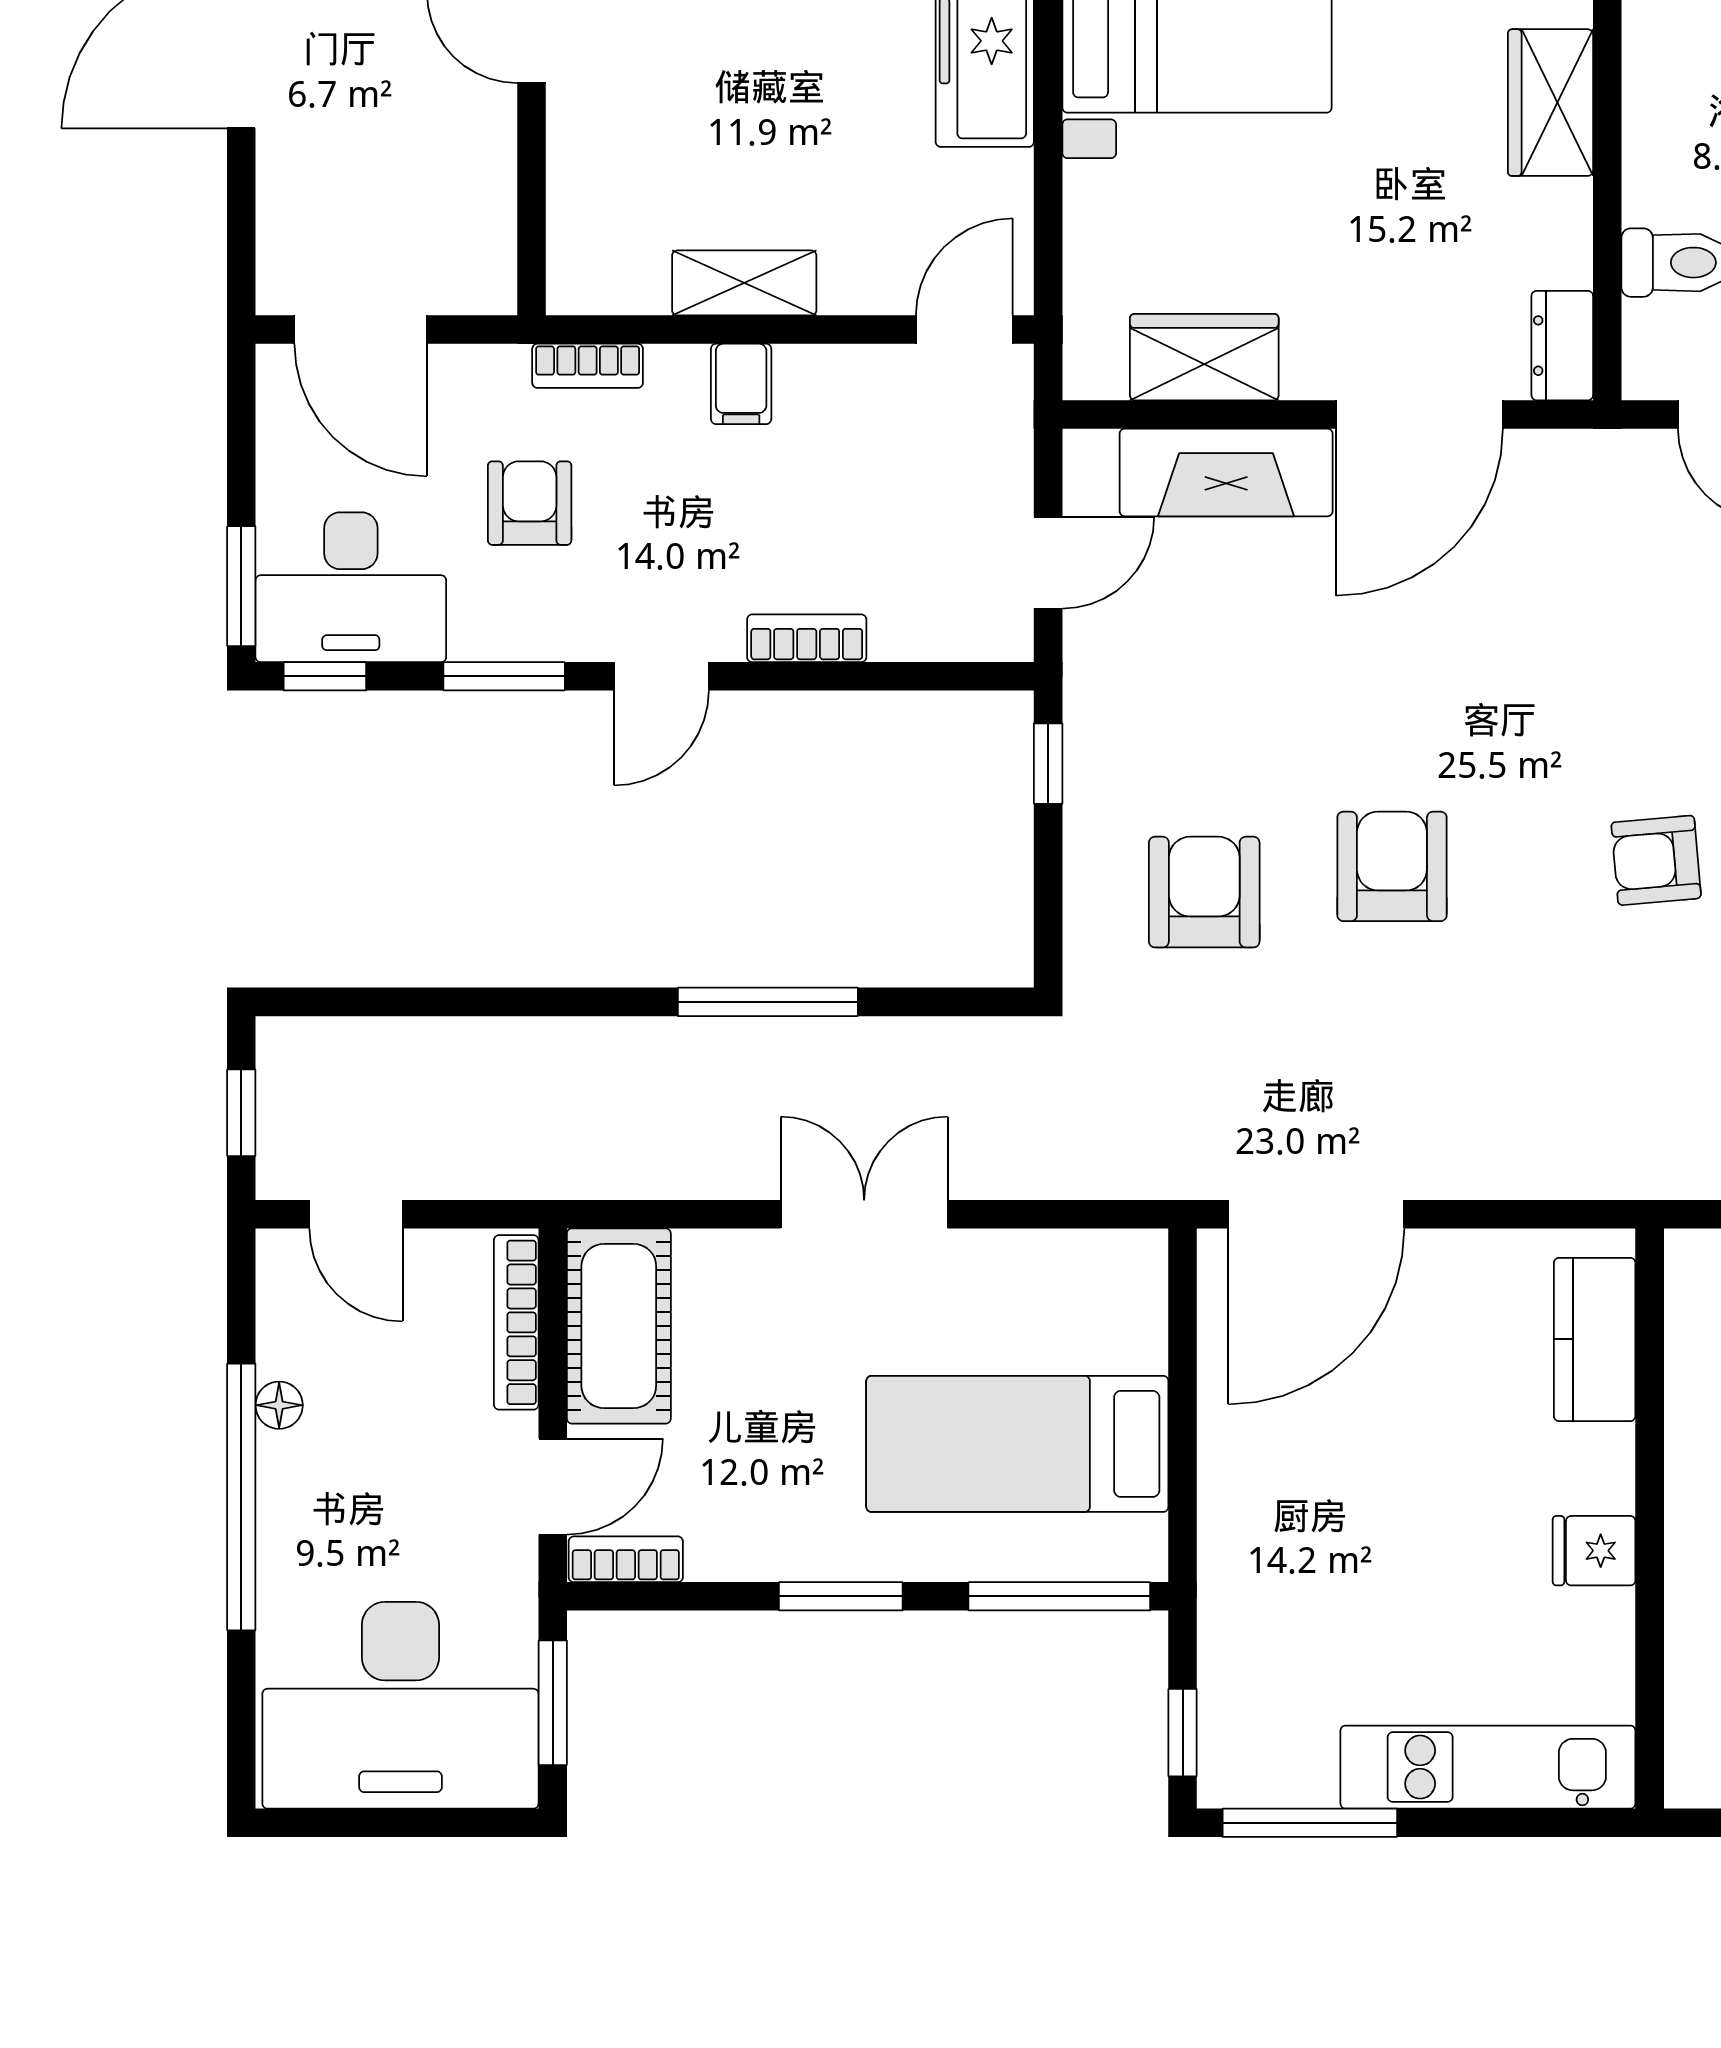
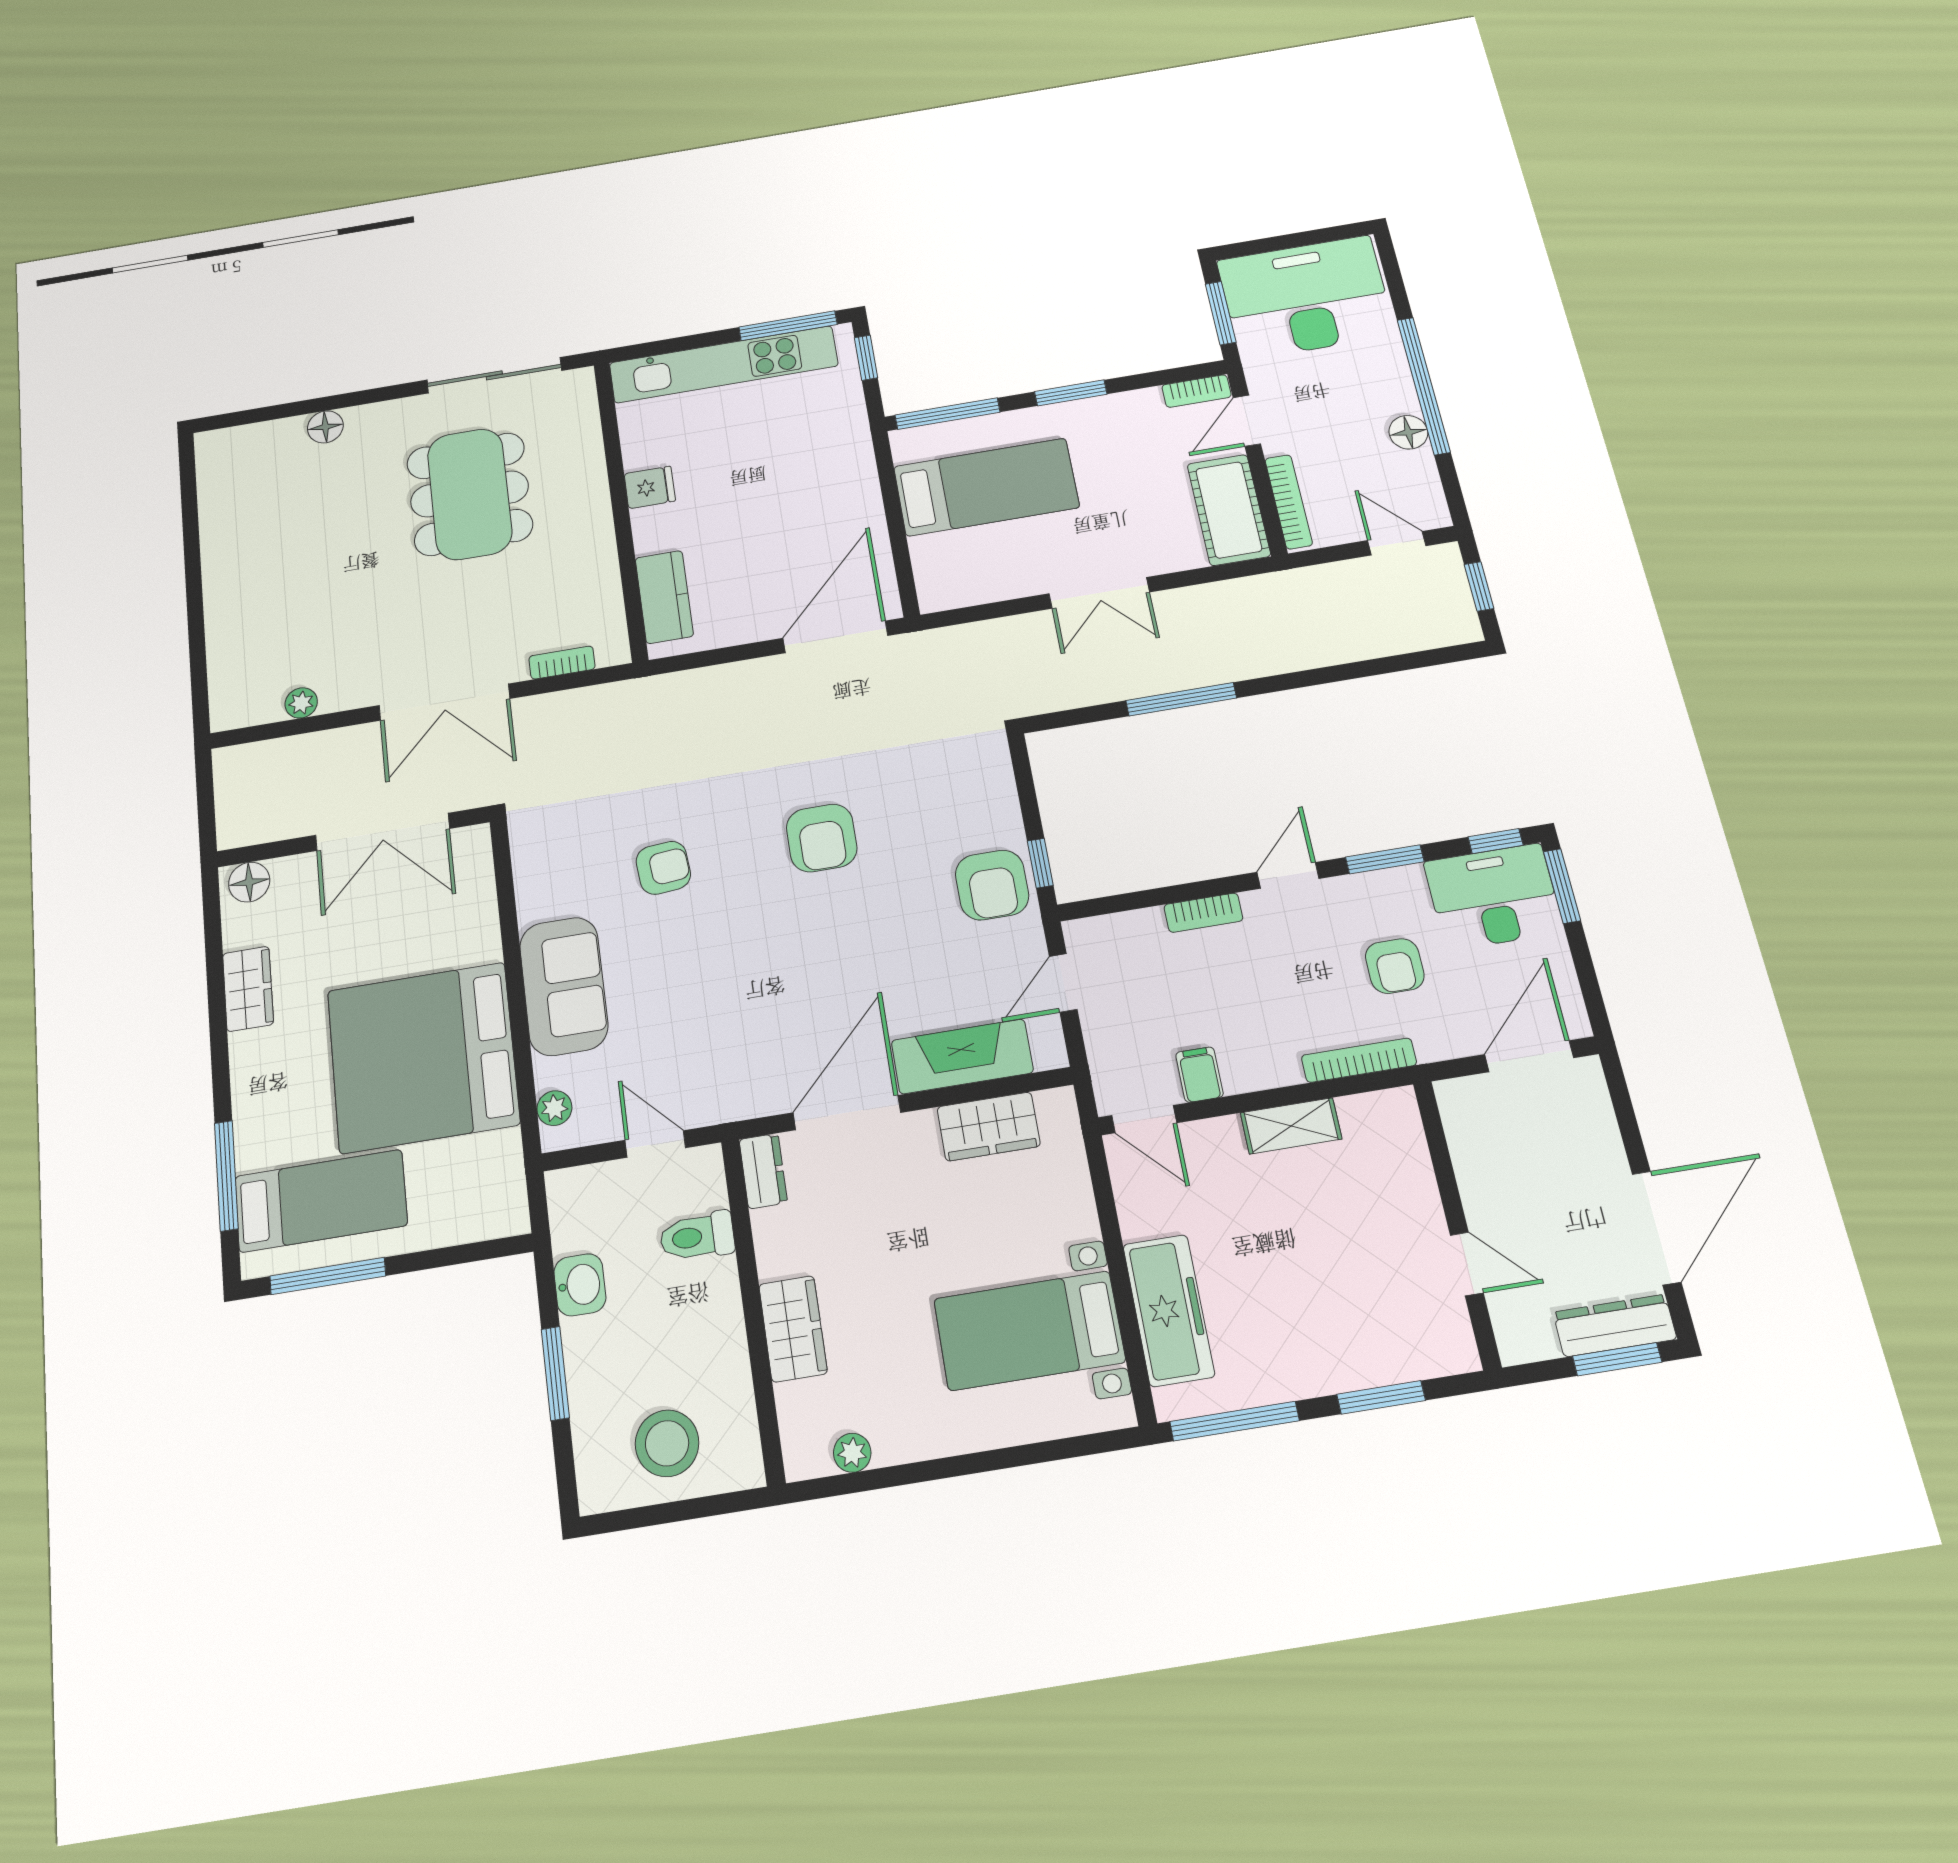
door: (361, 330) -> (1529, 1056), hinge flipped
door: (964, 330) -> (1144, 1119), hinge flipped
bookcase: (588, 366) -> (1359, 1060), width x1.56
filing cabinet: (741, 384) -> (1199, 1075), moved
armchair: (1204, 892) -> (992, 885), moved
floor lamp: (279, 1405) -> (1408, 432), width x1.37, depth x1.37
kitchen unit: (1488, 1767) -> (723, 364), width x1.36

